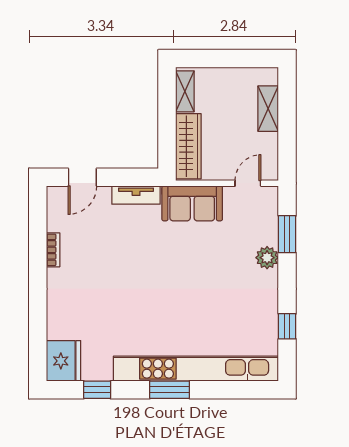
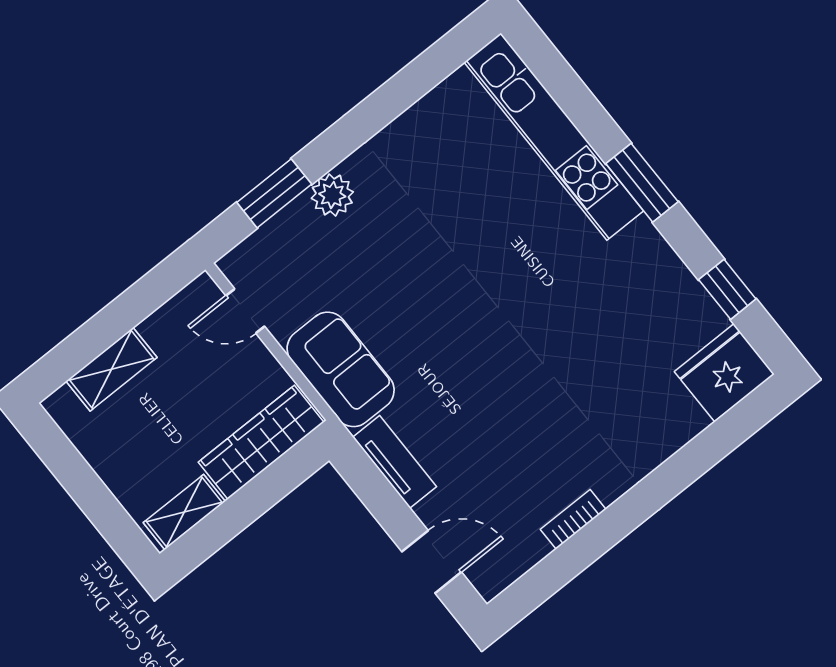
window: (287, 326) -> (410, 85), removed
kitchen unit: (196, 369) -> (554, 137), width x0.73

